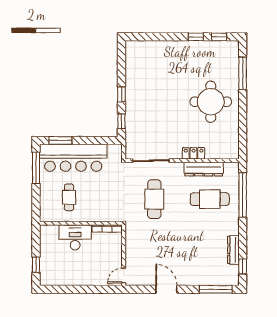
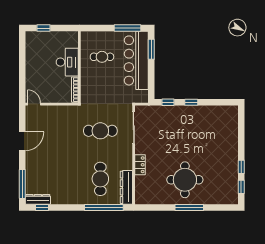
window: (243, 73) -> (189, 207), moved
dresser: (204, 169) -> (126, 187), moved
dresser: (233, 250) -> (38, 199), moved

